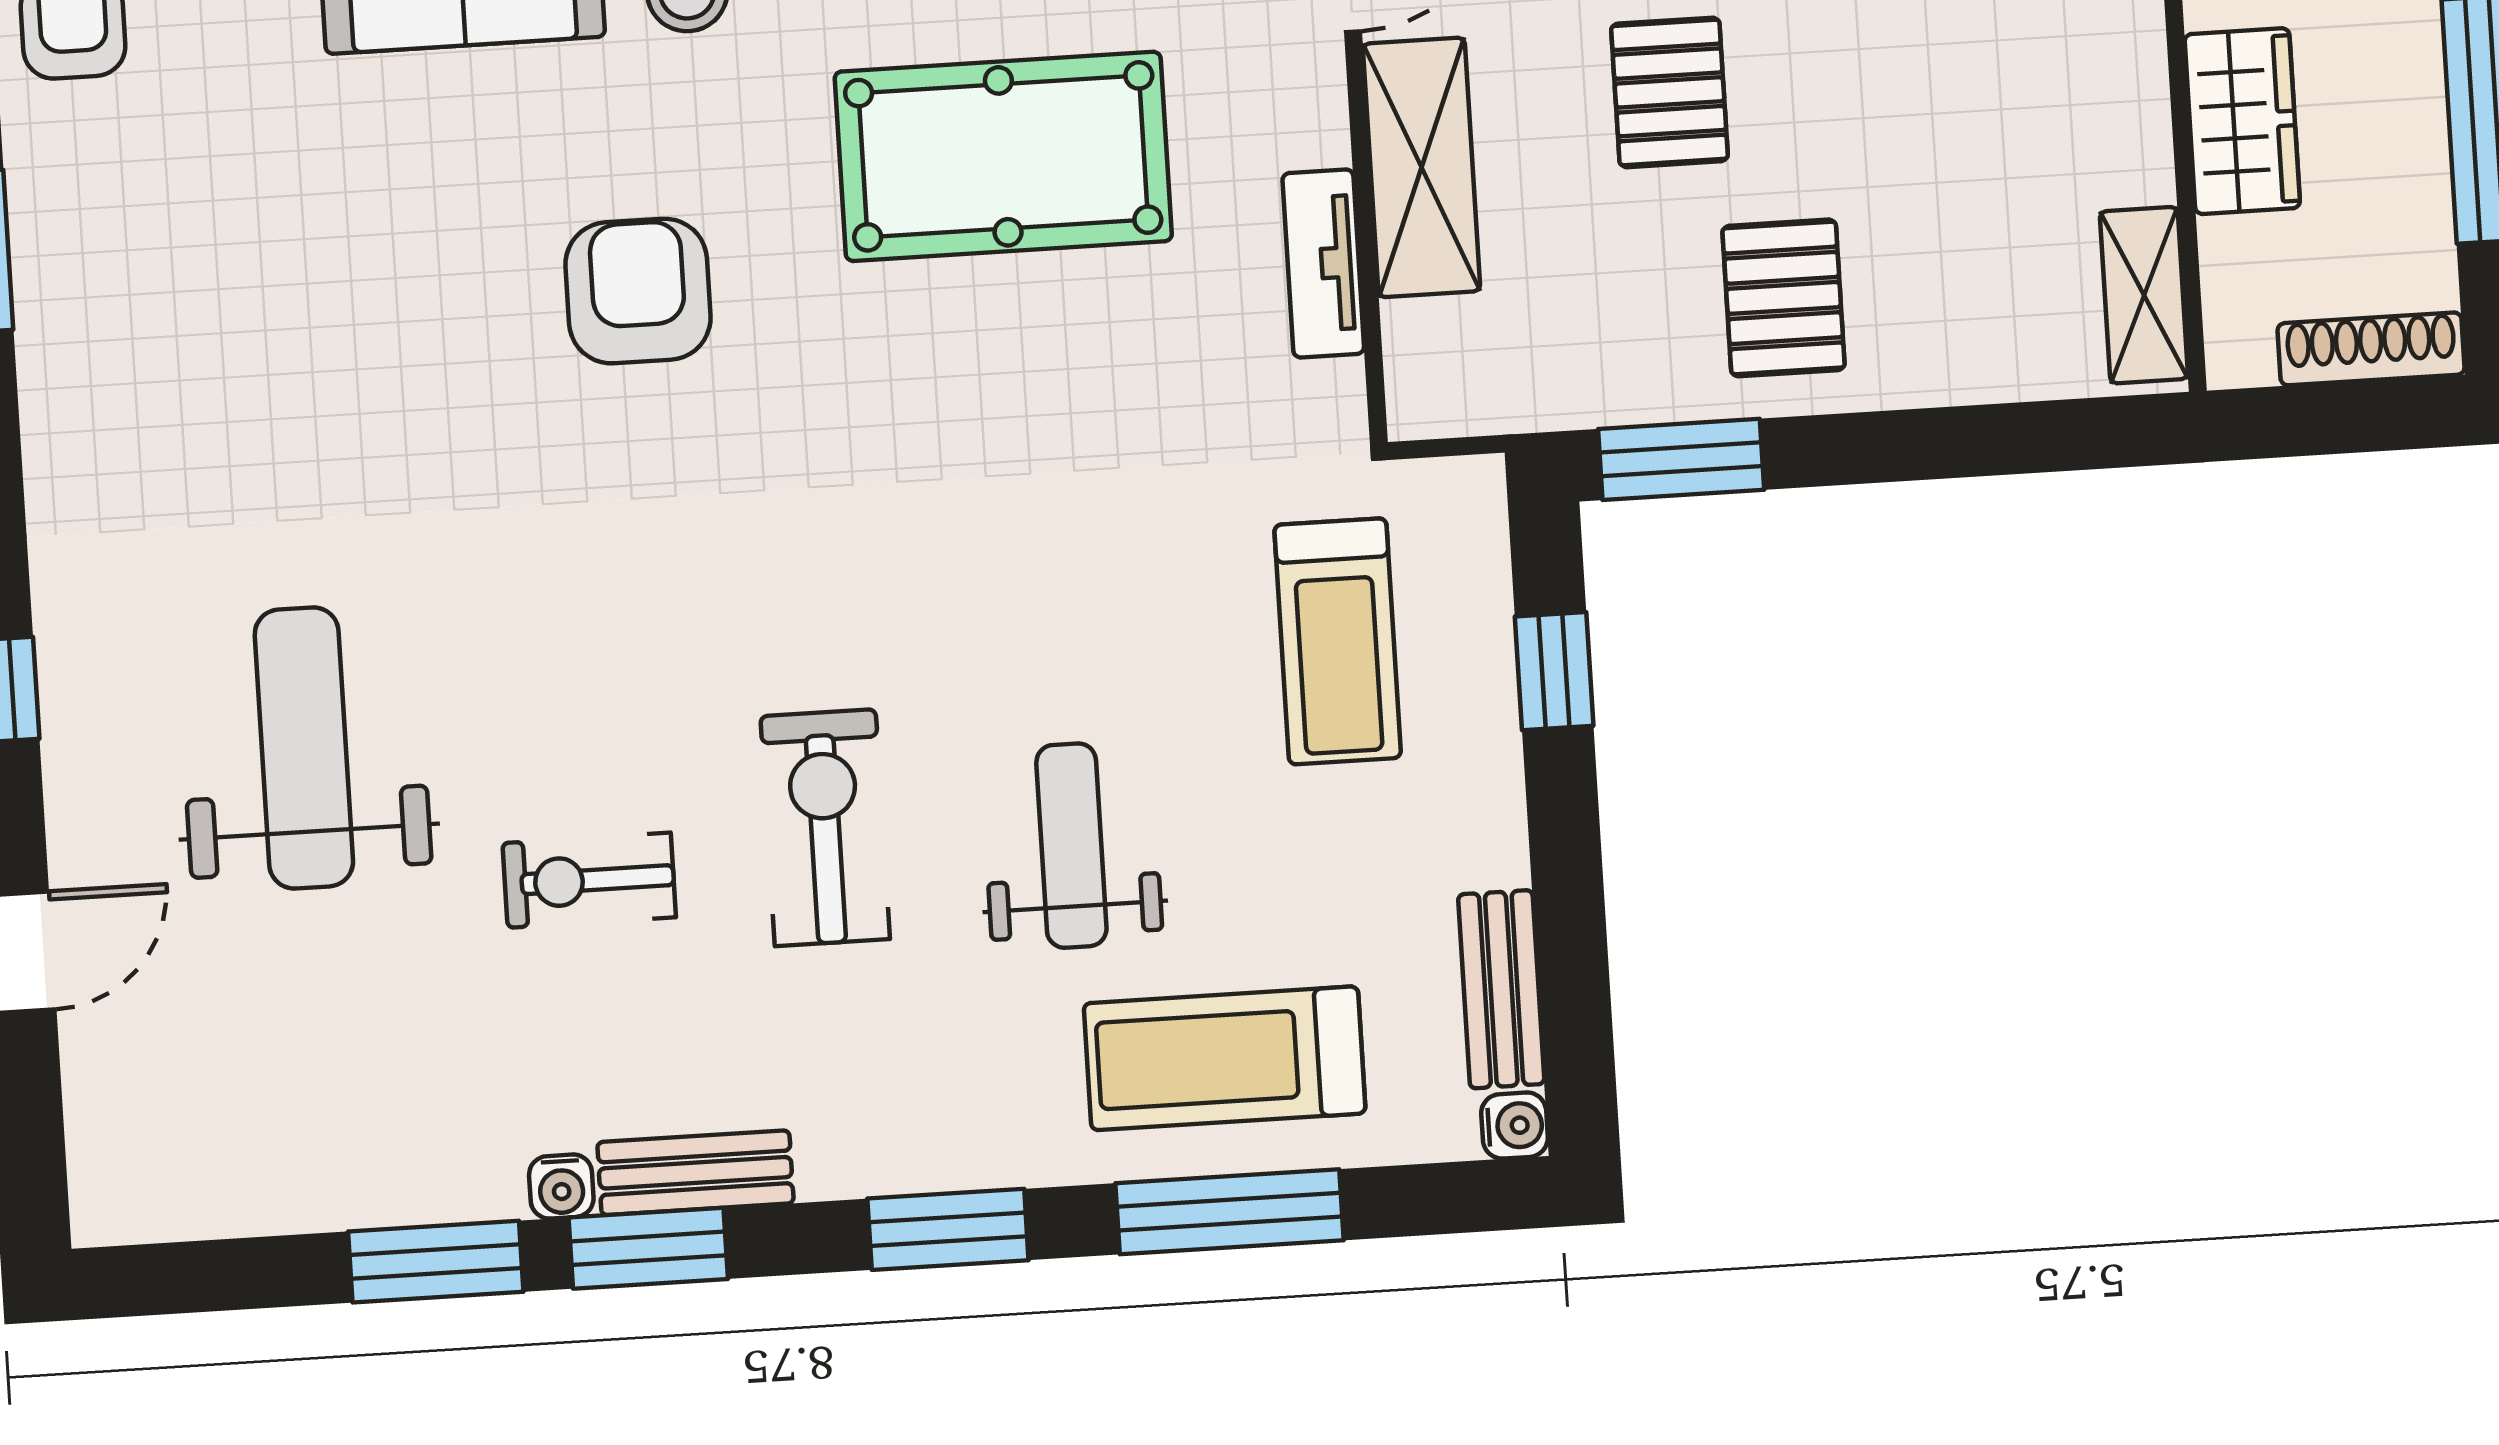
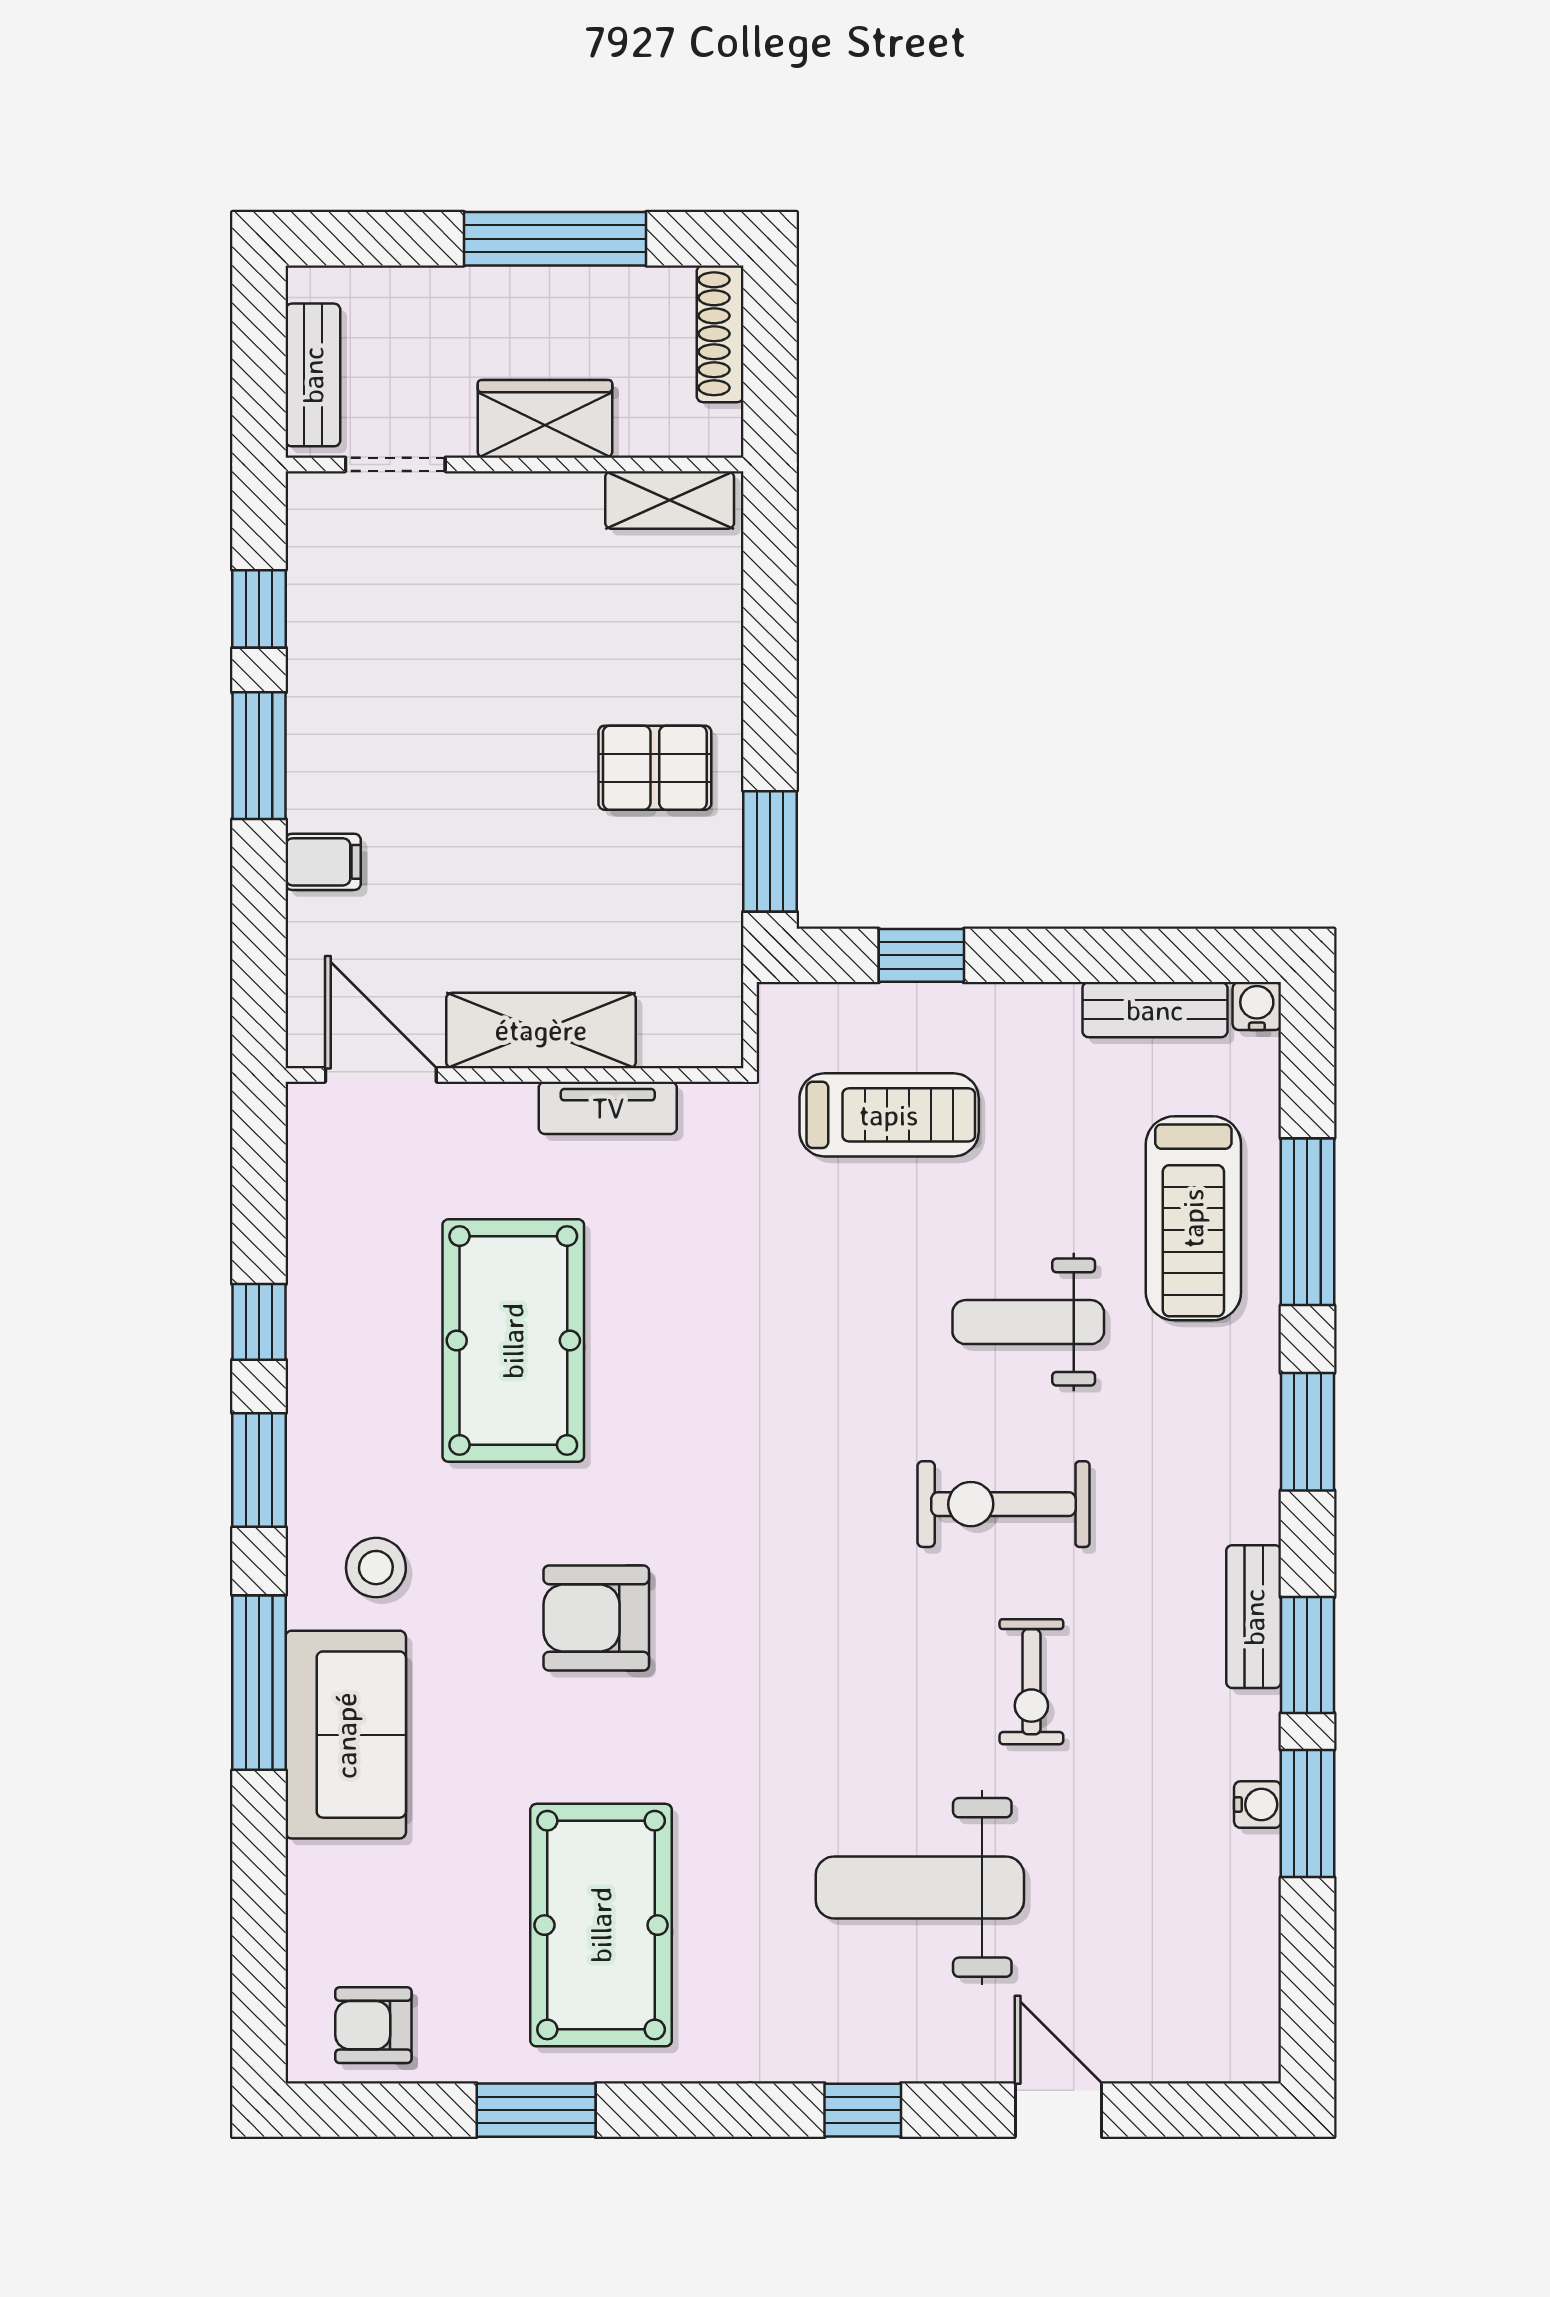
pallet: (1670, 92) -> (497, 843), removed
pool table: (227, 323) -> (601, 1925), added
water cooler: (561, 1187) -> (1258, 1805), moved

